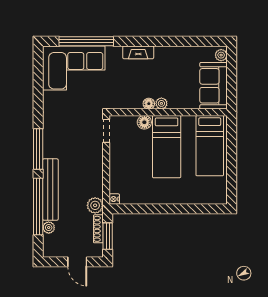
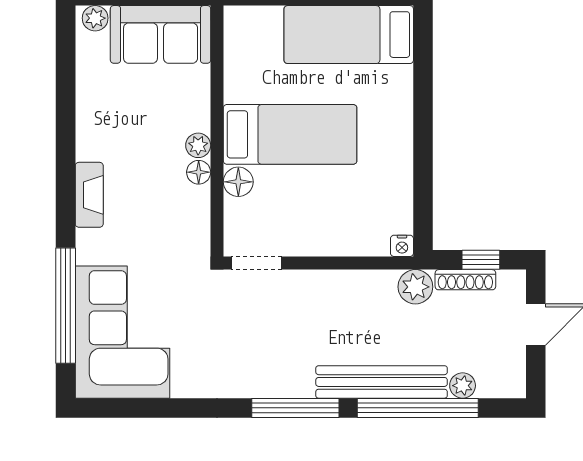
bed: (210, 146) -> (349, 35), moved, turned 180
window: (108, 236) -> (481, 260), width x0.67

